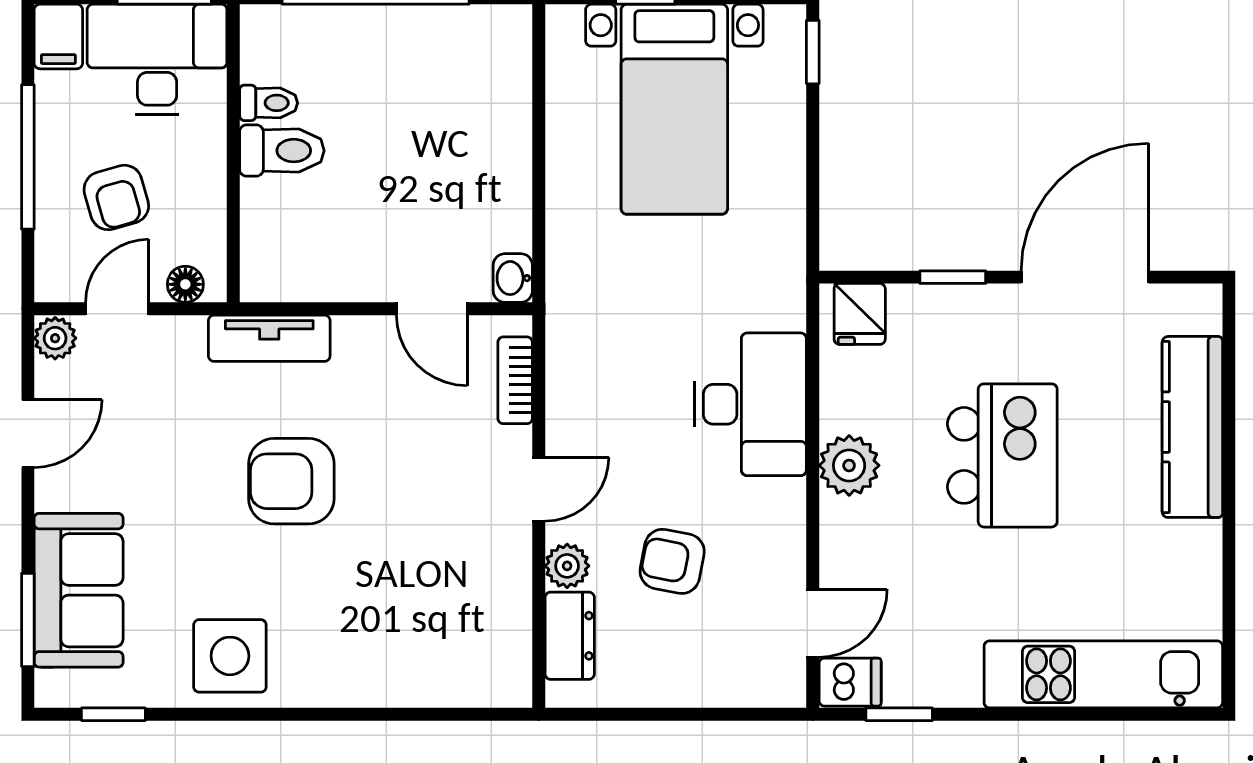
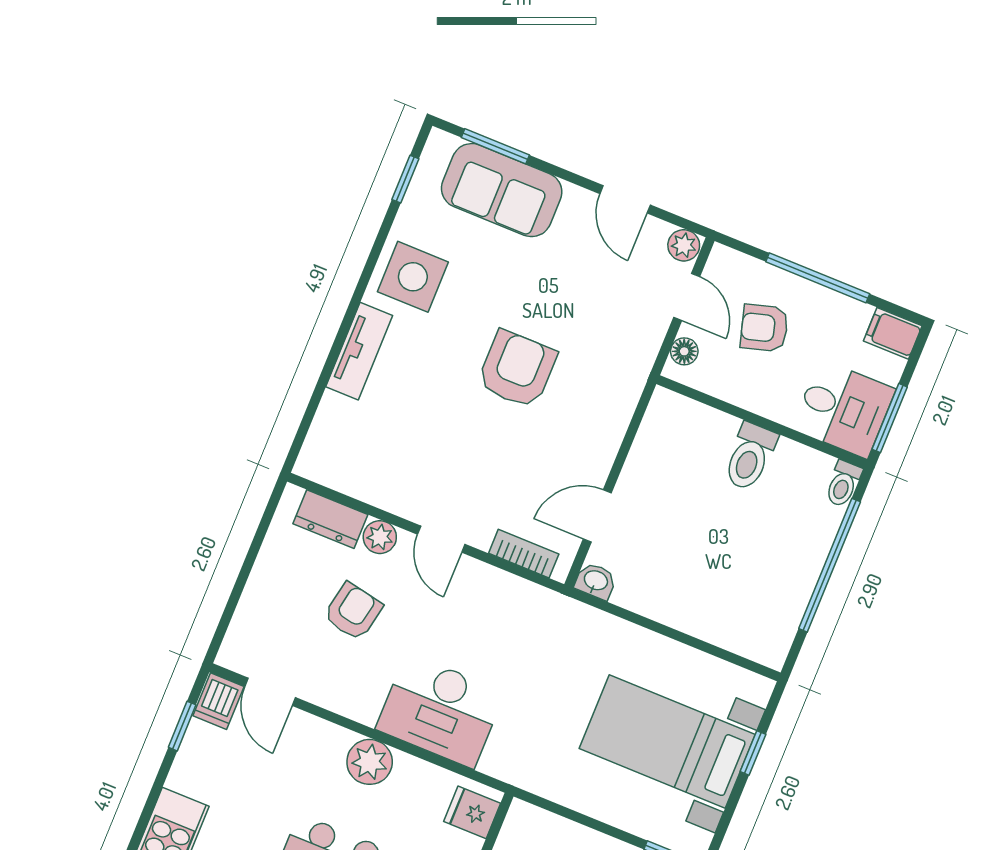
desk: (157, 59) -> (844, 409), width x0.73
toilet: (269, 103) -> (843, 484), moved
tv unit: (269, 338) -> (359, 351), moved, turned 180

